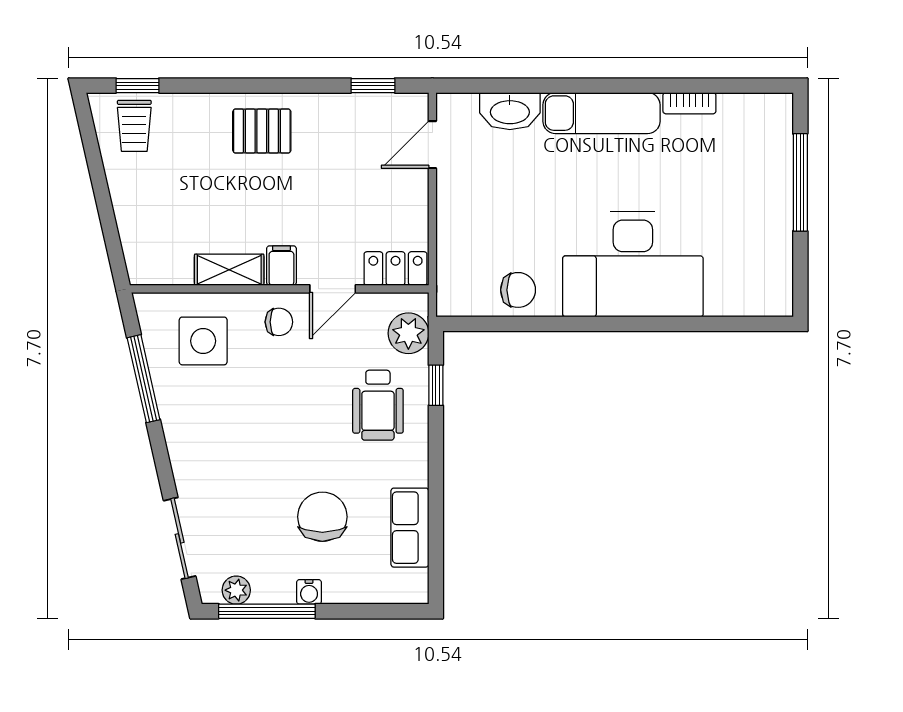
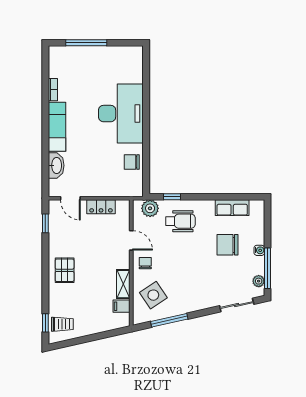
filing cabinet: (281, 266) -> (121, 306), moved
locker: (396, 269) -> (101, 207), moved, turned -90
chair: (518, 290) -> (132, 162), turned -90
side table: (203, 341) -> (153, 295), turned -34

